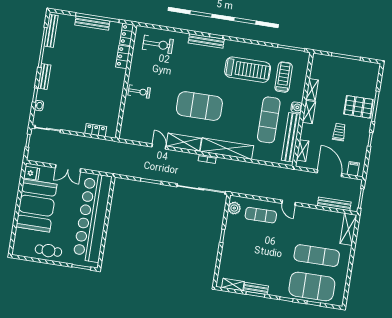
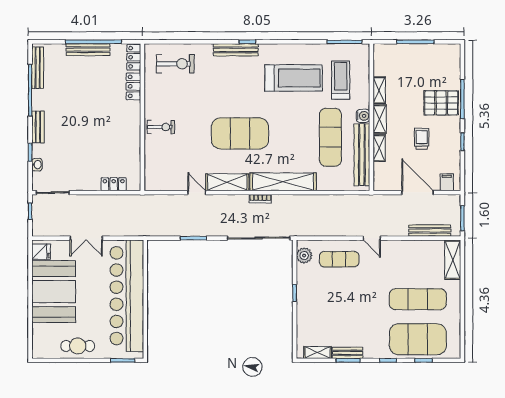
shelving: (303, 151) -> (379, 148), moved

